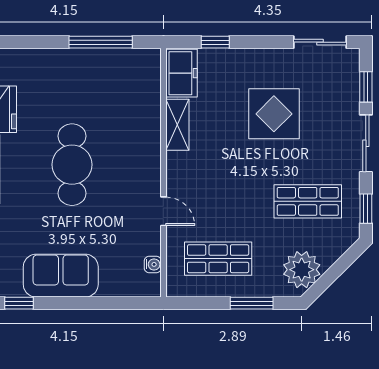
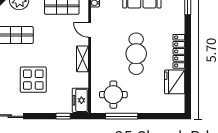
round table: (117, 84) -> (113, 95), added
shelving: (177, 125) -> (82, 59), moved

